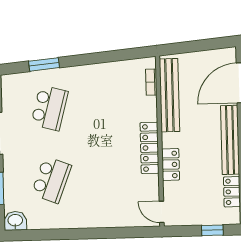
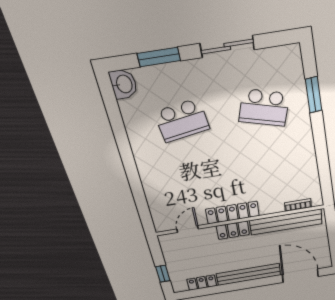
locker: (171, 165) -> (233, 230), moved
school desk: (51, 180) -> (182, 121), turned -30
door: (162, 212) -> (188, 229), moved

